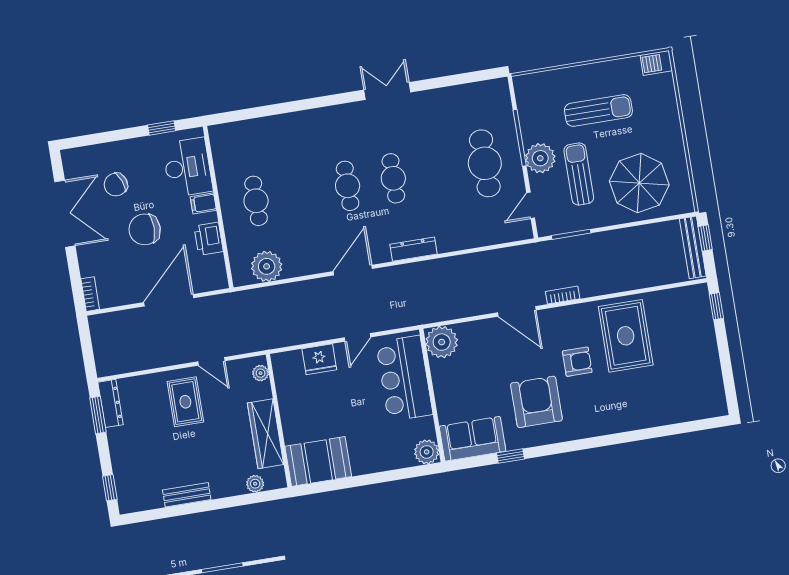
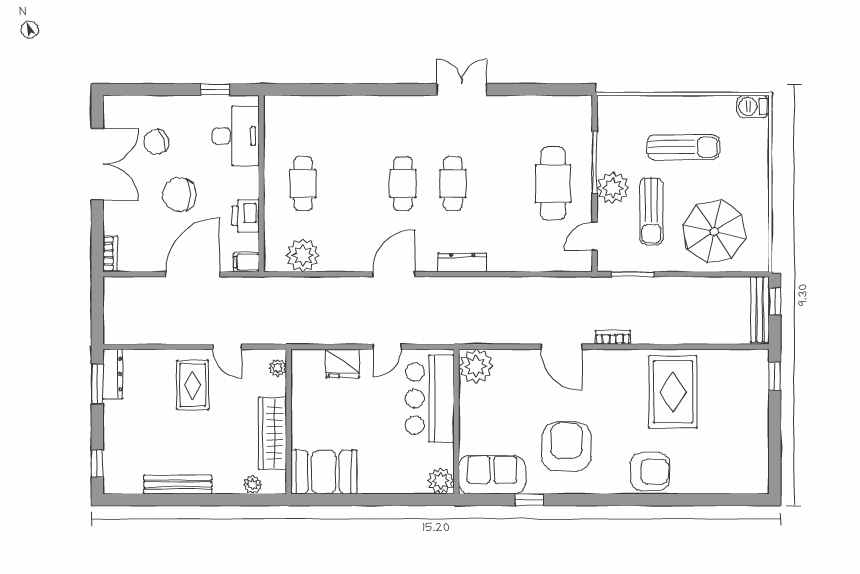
sun lounger: (579, 174) -> (651, 211), turned 180
filing cabinet: (203, 203) -> (246, 262), moved
armchair: (577, 362) -> (650, 472), moved, width x1.38, depth x1.38
bench: (187, 495) -> (178, 485), width x1.36

